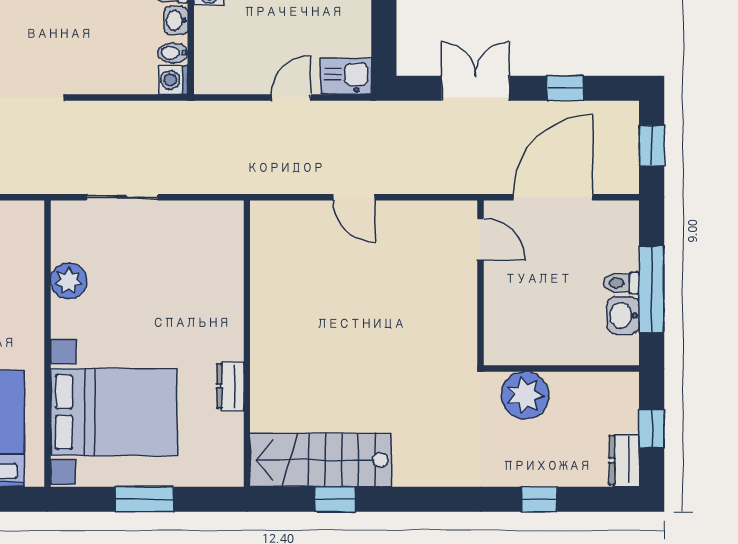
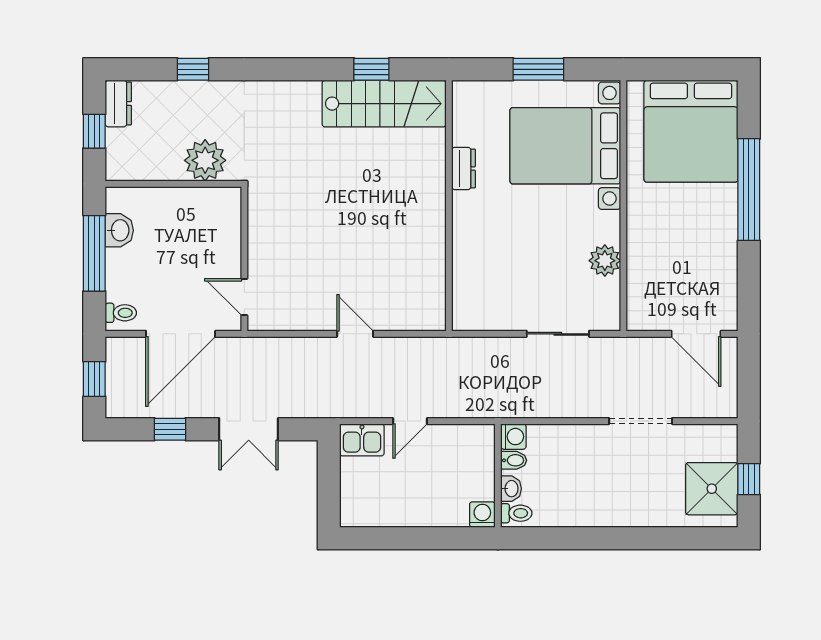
toilet: (621, 283) -> (121, 313), moved

